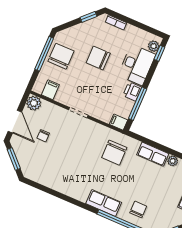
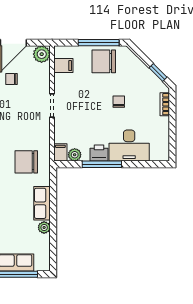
plant: (154, 46) -> (75, 155), moved
window: (159, 53) -> (152, 164), removed
chair: (61, 56) -> (104, 61), turned 180
chair: (98, 58) -> (119, 102), width x0.54, depth x0.54
window: (138, 104) -> (102, 164), moved

